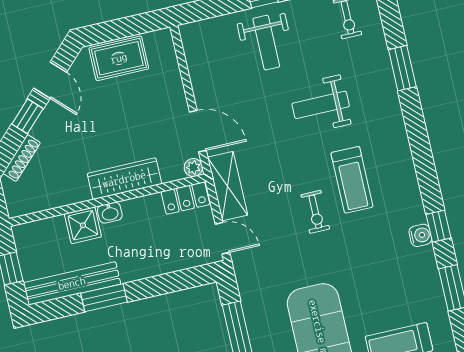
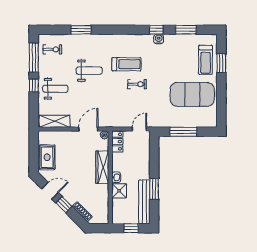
weight bench: (321, 105) -> (89, 71), turned -90
shelving: (228, 186) -> (55, 121), moved

